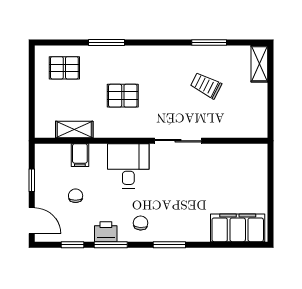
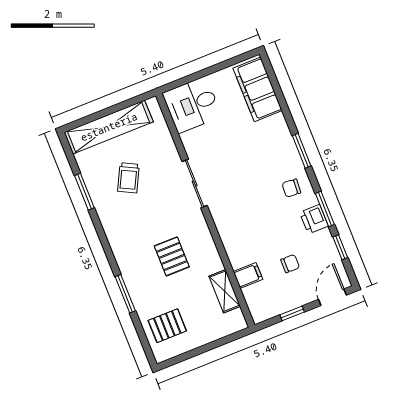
shelving: (259, 64) -> (109, 127), width x2.20, depth x1.33
pallet: (64, 68) -> (167, 326), turned 90
desk: (128, 166) -> (192, 105), moved
chair: (76, 196) -> (290, 264), turned 180

